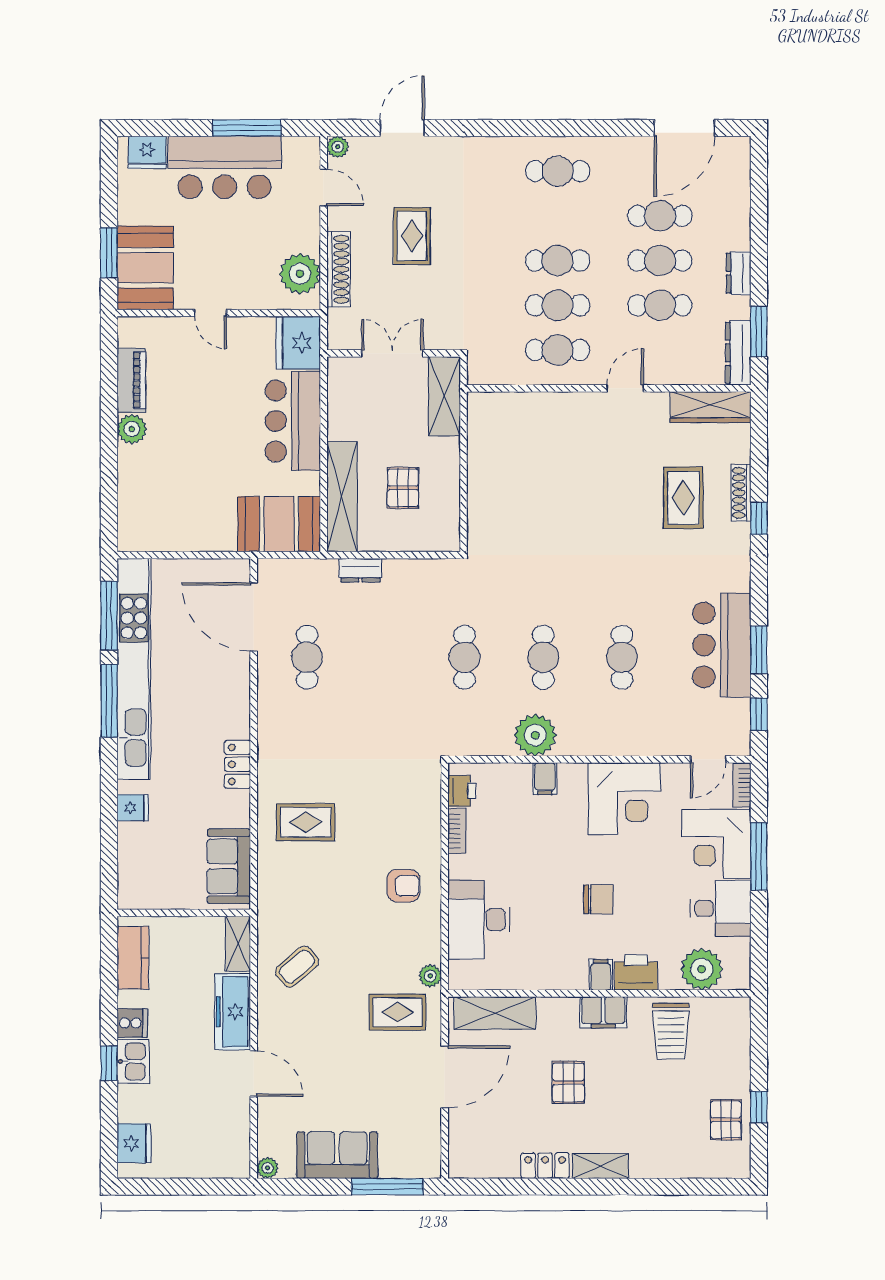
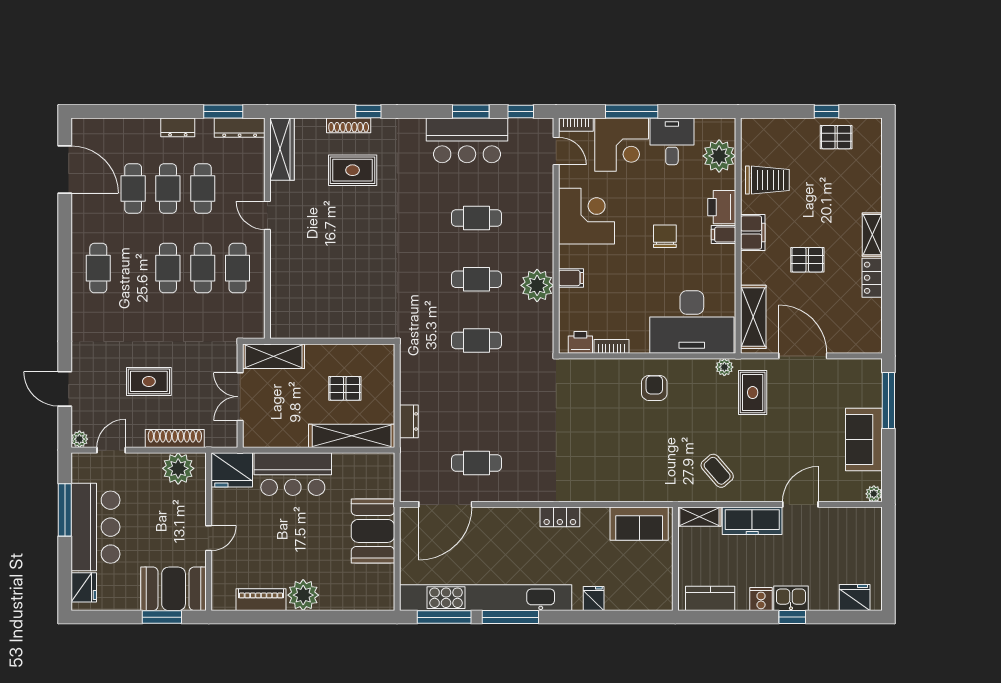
plant: (132, 429) -> (303, 595), width x1.36, depth x1.36
booth: (279, 524) -> (373, 531), moved
rug: (306, 822) -> (605, 464), removed
desk: (479, 920) -> (692, 322), width x1.36, depth x1.30

